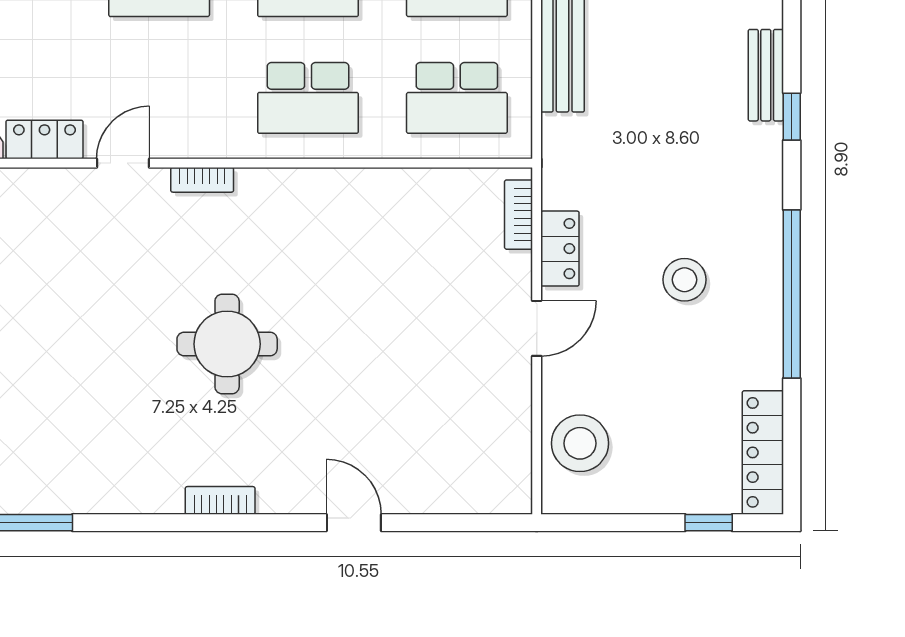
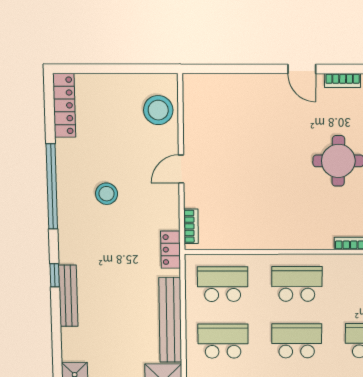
bench: (766, 75) -> (68, 296), width x1.36
locker: (560, 249) -> (171, 250), moved
door: (354, 523) -> (302, 69), moved
window: (709, 523) -> (91, 69), removed

